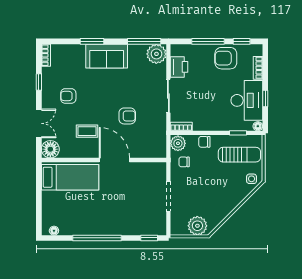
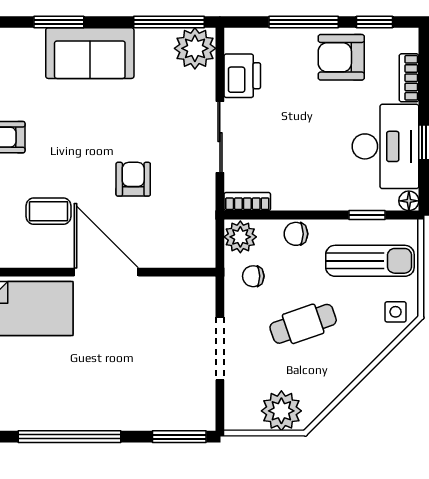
armchair: (127, 116) -> (133, 179), turned -90
cafe table: (208, 185) -> (303, 324), added
window: (149, 238) -> (179, 437), width x1.50

